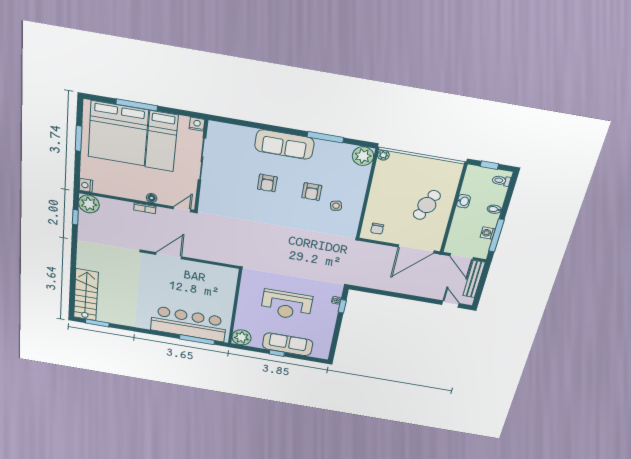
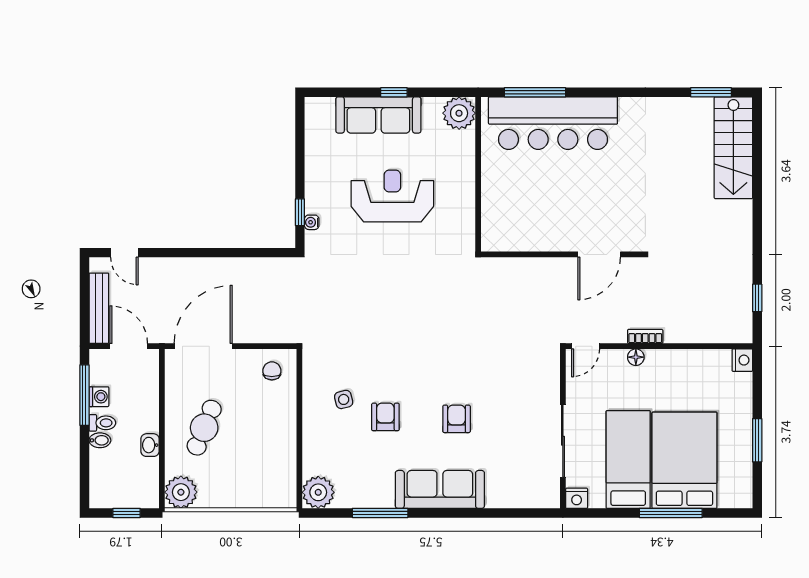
bed: (118, 134) -> (684, 460), width x0.73
plant: (383, 155) -> (181, 492), moved, width x1.88, depth x1.88
toilet: (501, 181) -> (102, 423), moved
plant: (89, 204) -> (736, 327), removed

